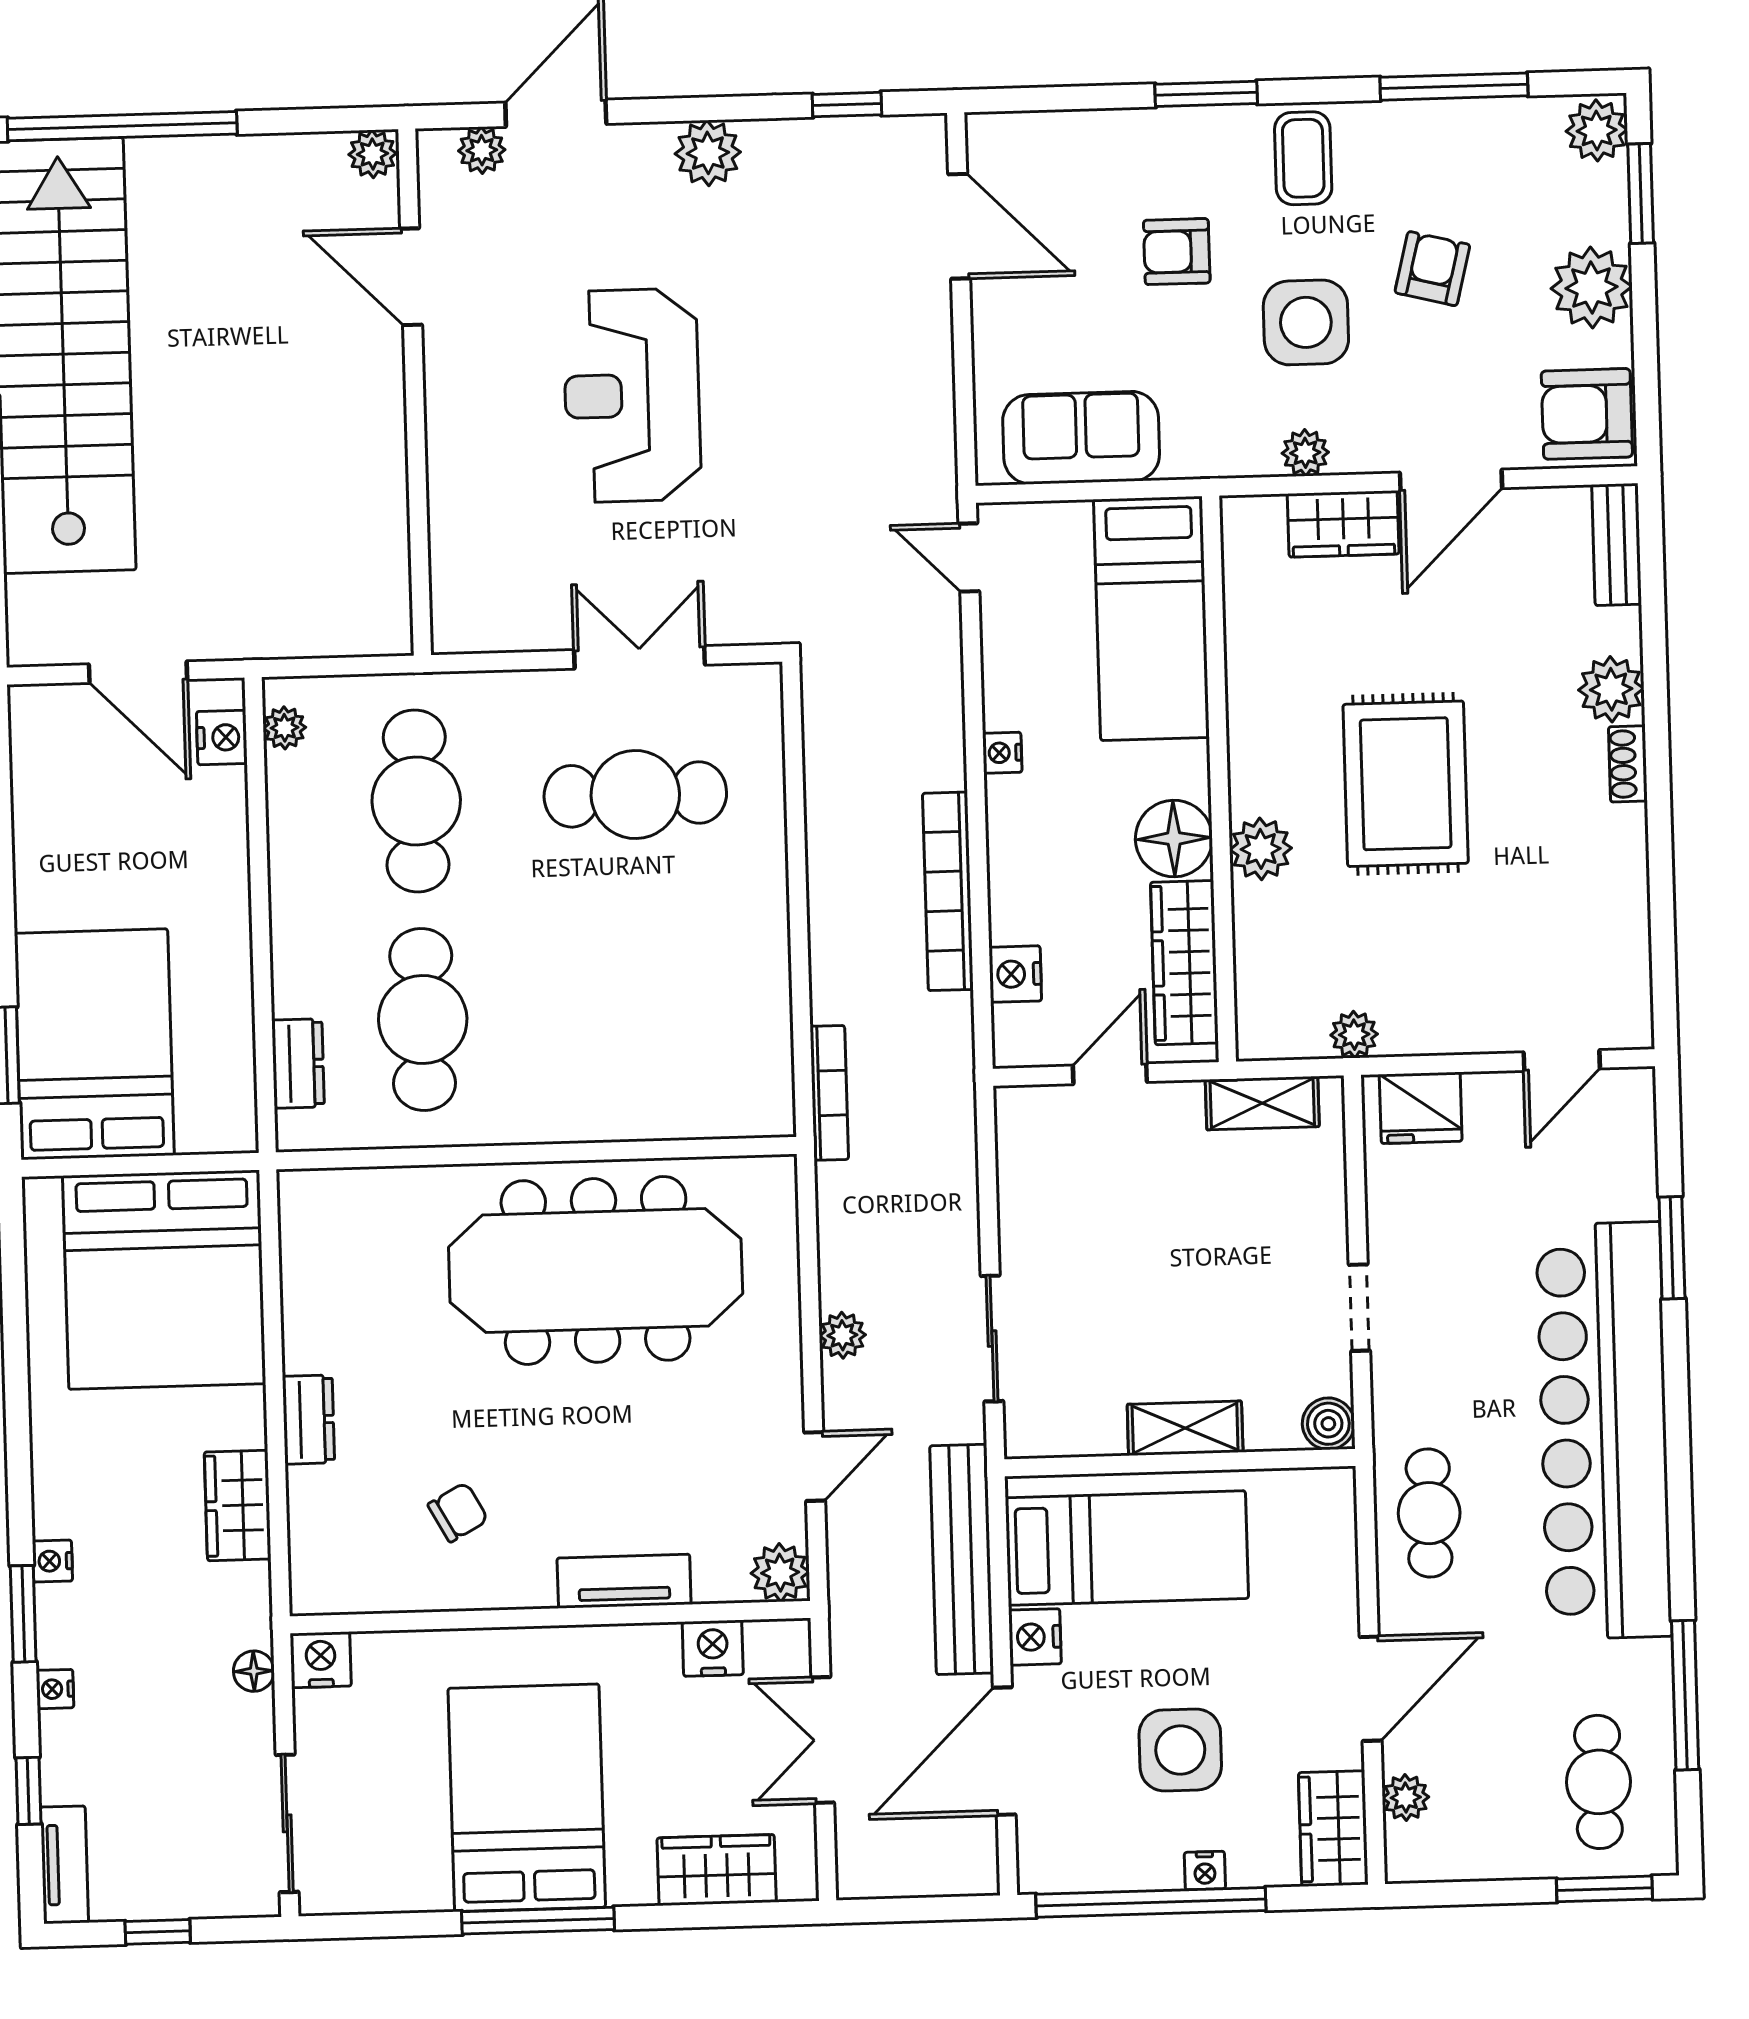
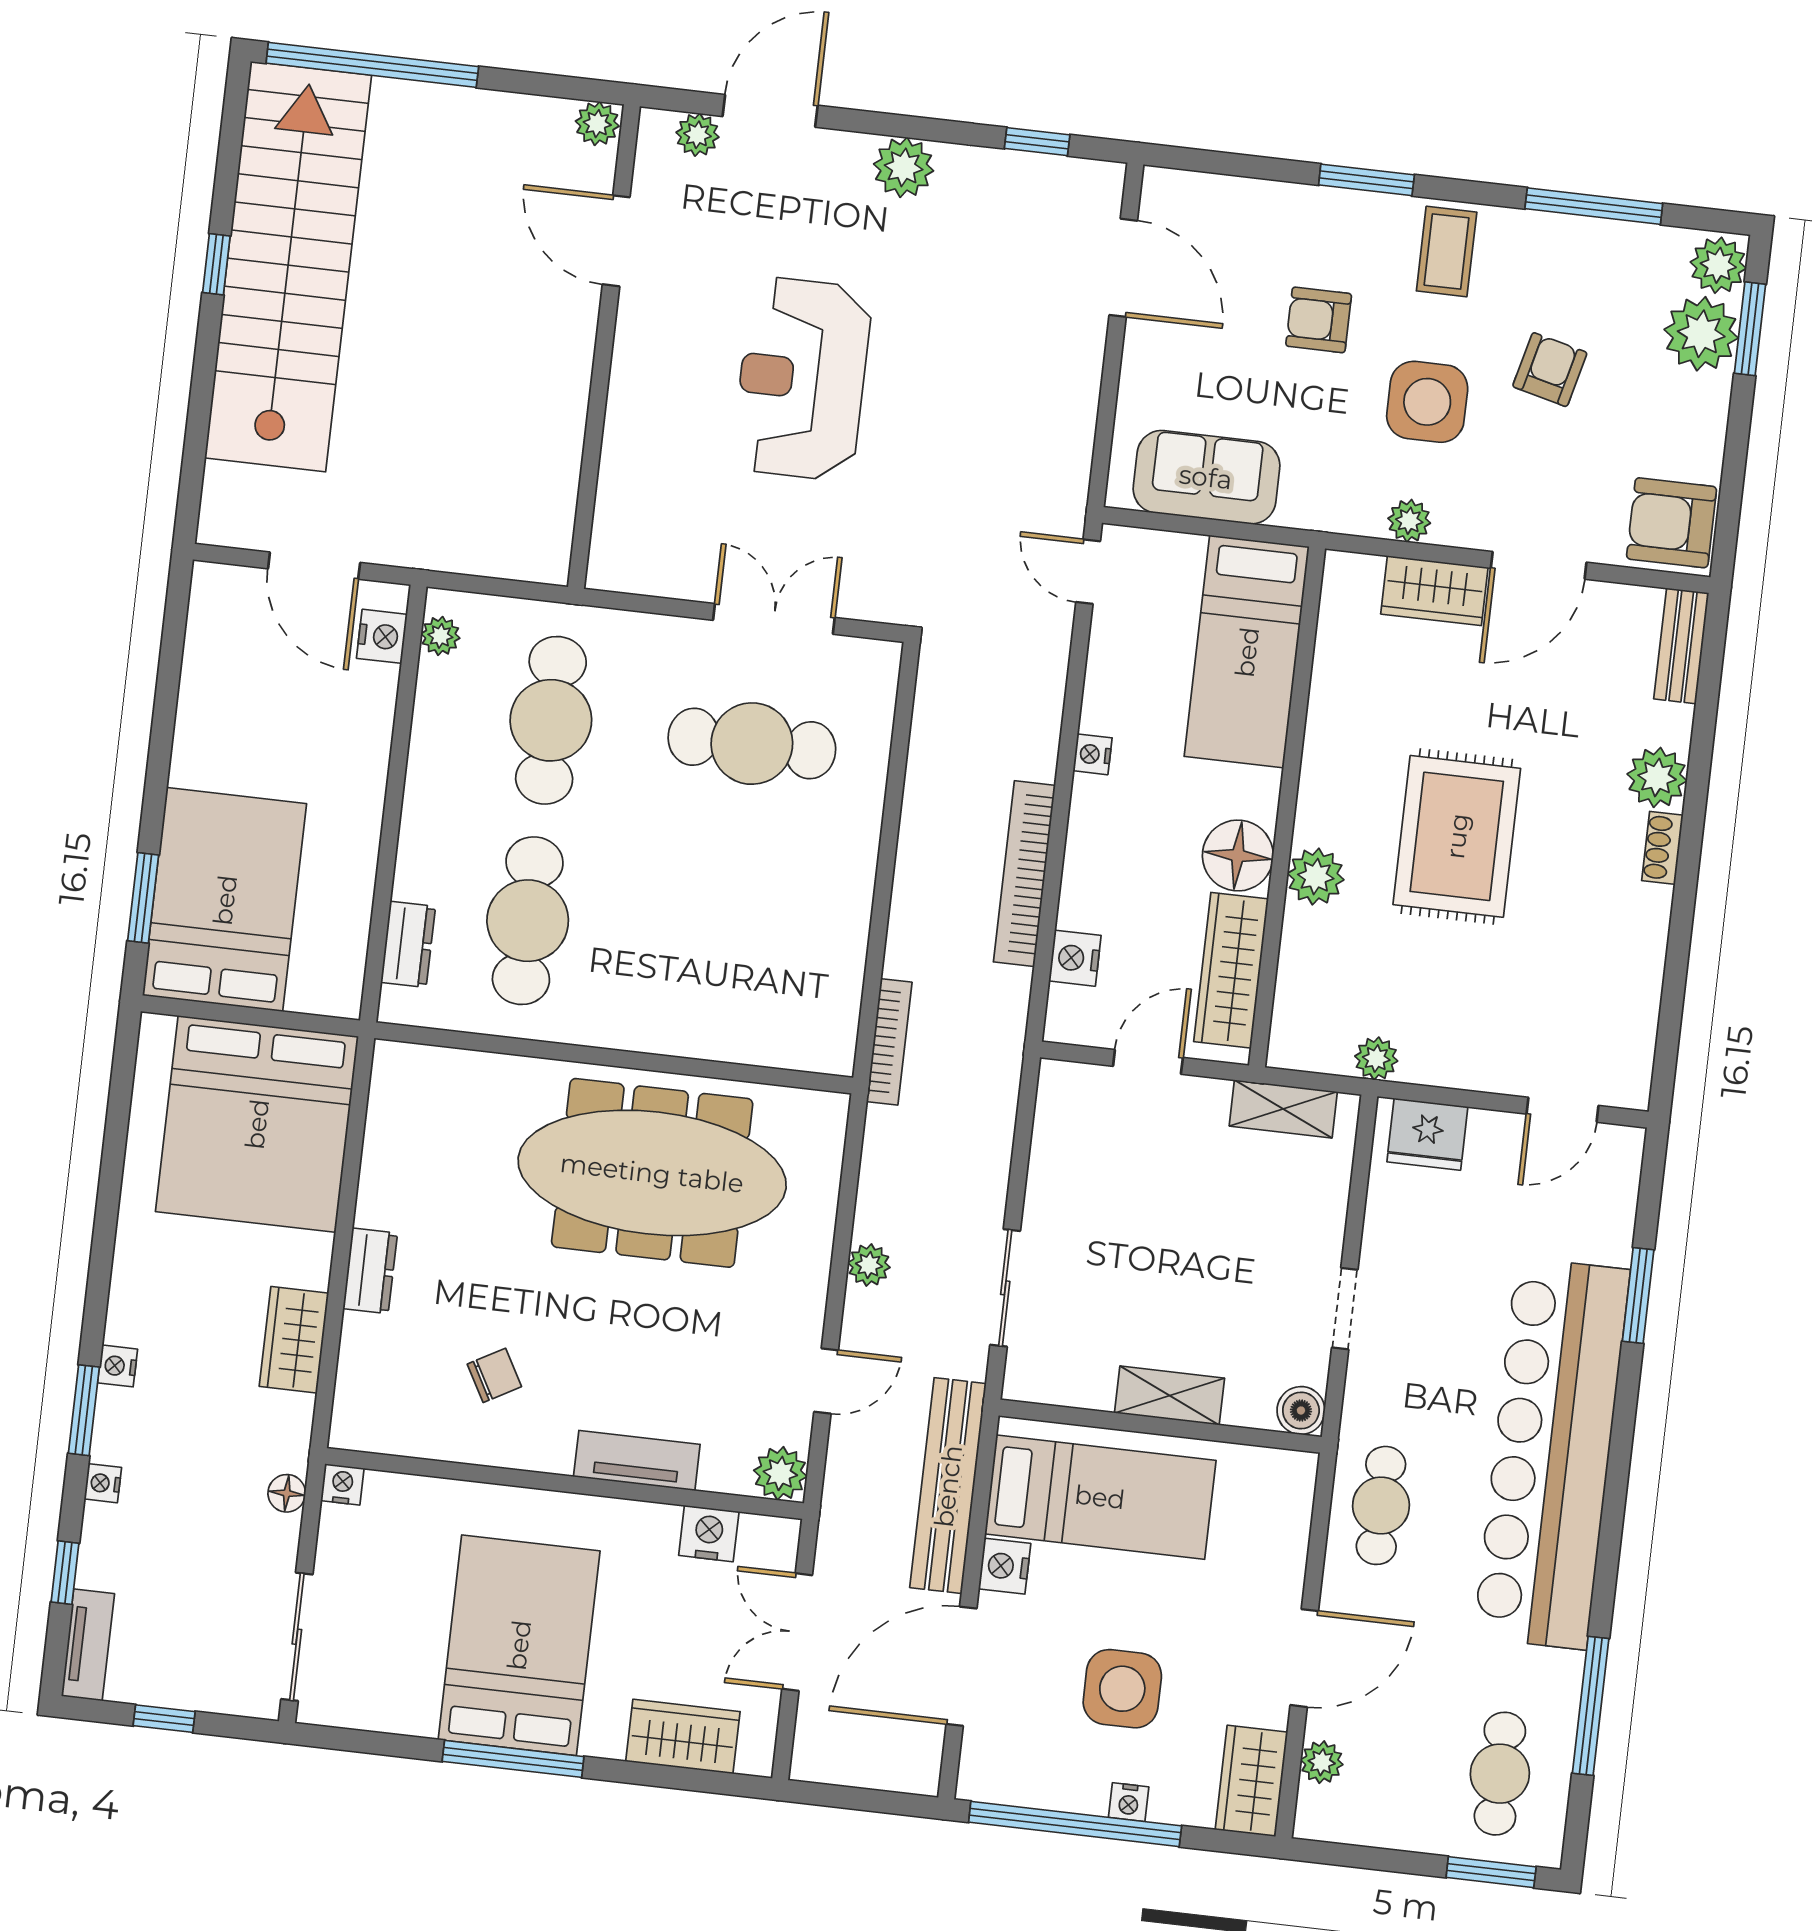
plant: (1591, 287) -> (1701, 334), moved
nightstand: (321, 1660) -> (342, 1484), width x0.72, depth x0.74

